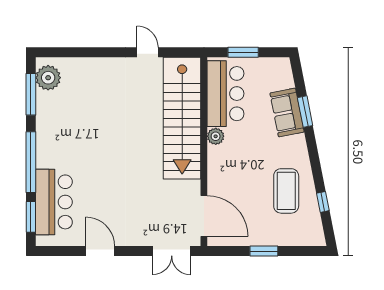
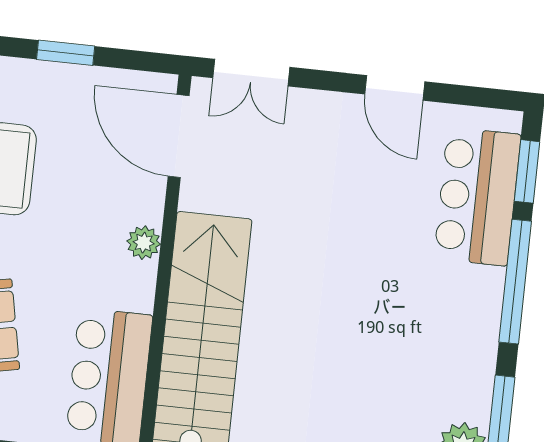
plant: (216, 136) -> (144, 243), moved
double door: (172, 251) -> (251, 73), swing flipped

